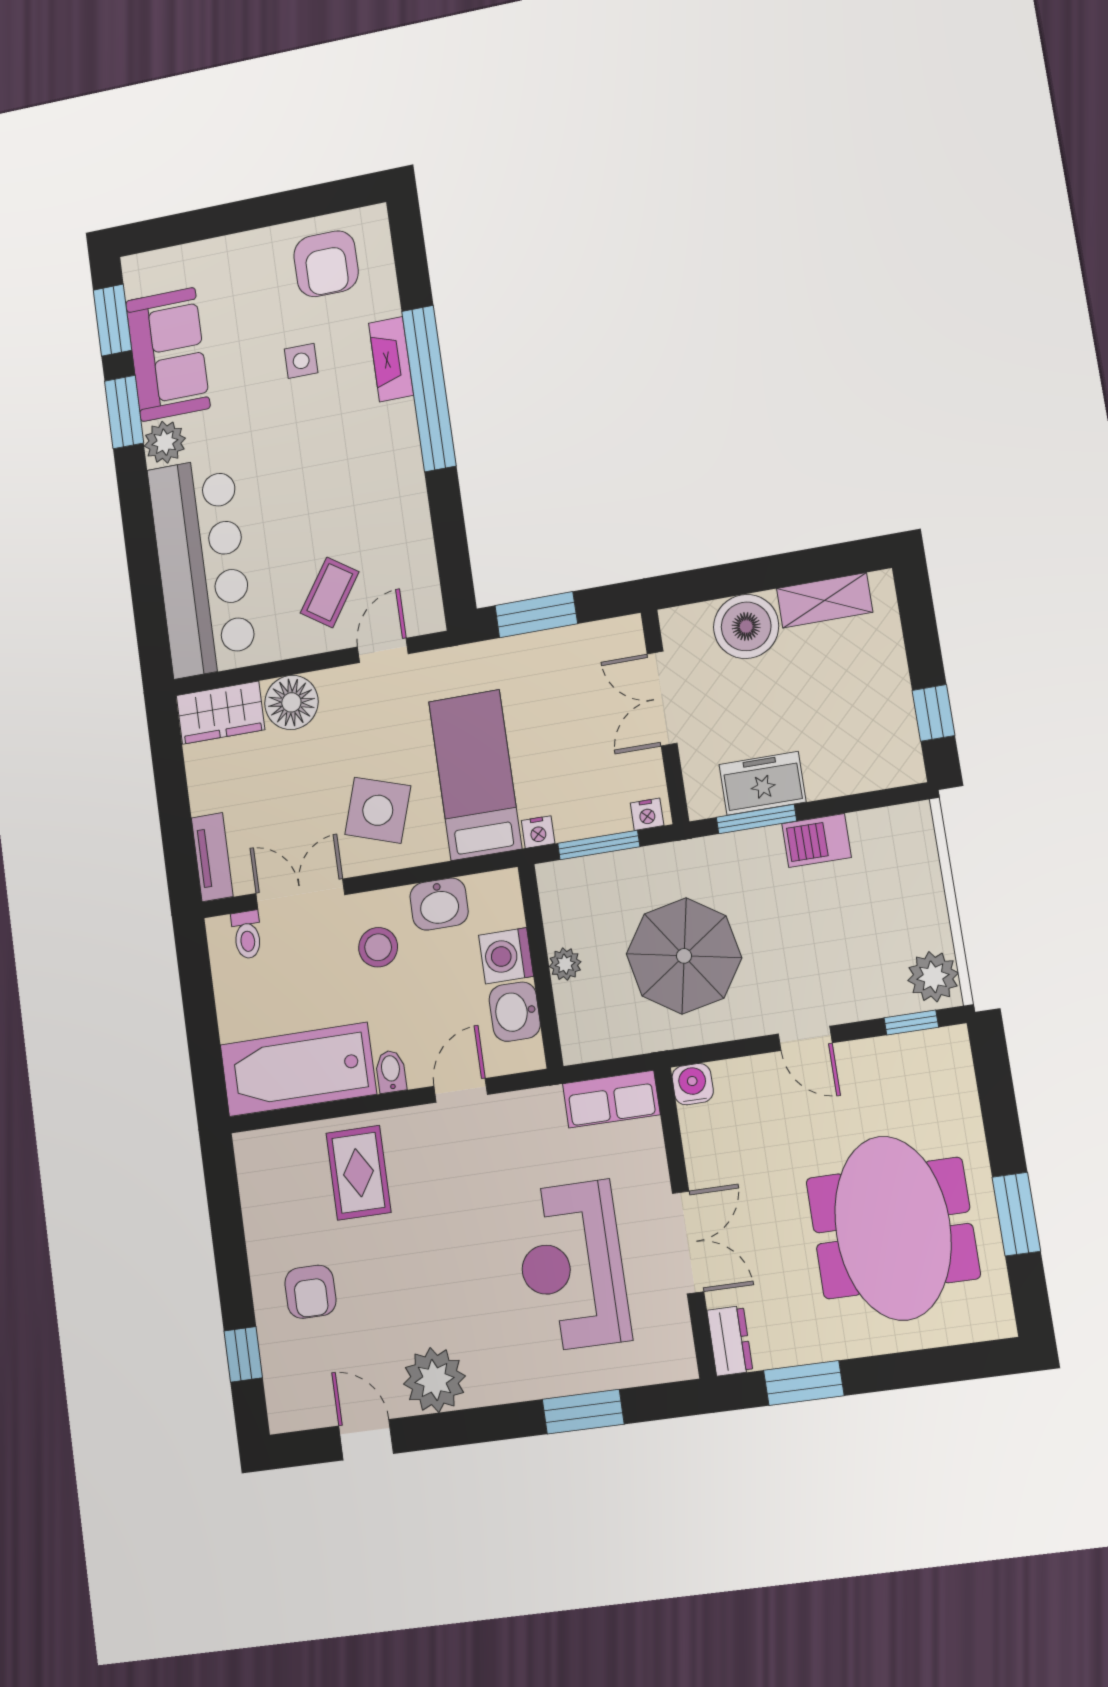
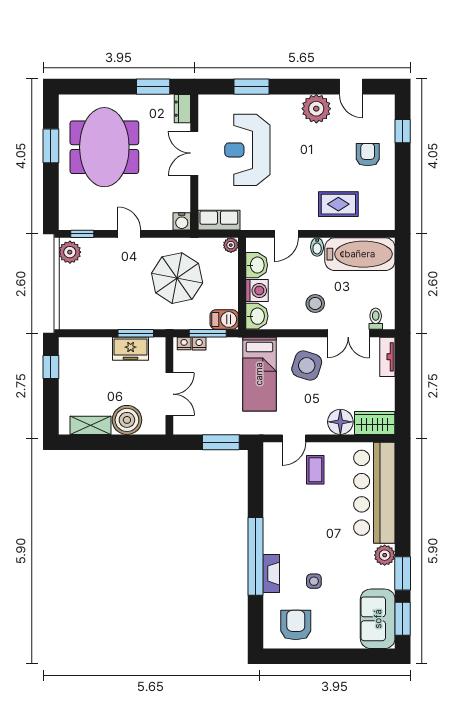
sofa: (168, 354) -> (378, 619), moved
coffee table: (330, 592) -> (315, 470), turned -34
nightstand: (538, 832) -> (199, 344), moved
barbecue: (817, 840) -> (224, 319), moved
washbasin: (439, 904) -> (257, 316), moved, turned 90
plant: (565, 964) -> (231, 245), moved
rug: (358, 1173) -> (338, 204), turned 90
reception desk: (572, 1266) -> (247, 150), turned 180

